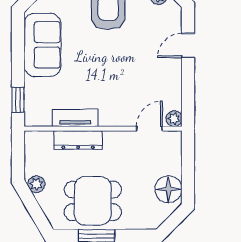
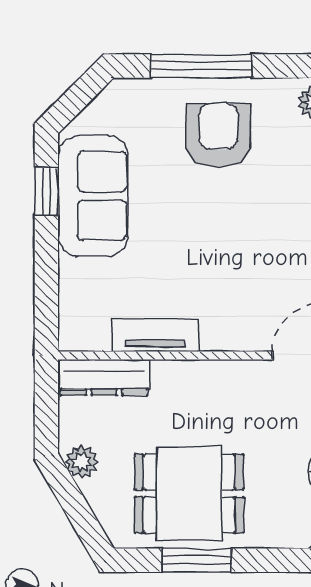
window: (18, 100) -> (46, 191), moved
dresser: (78, 140) -> (104, 377), moved

